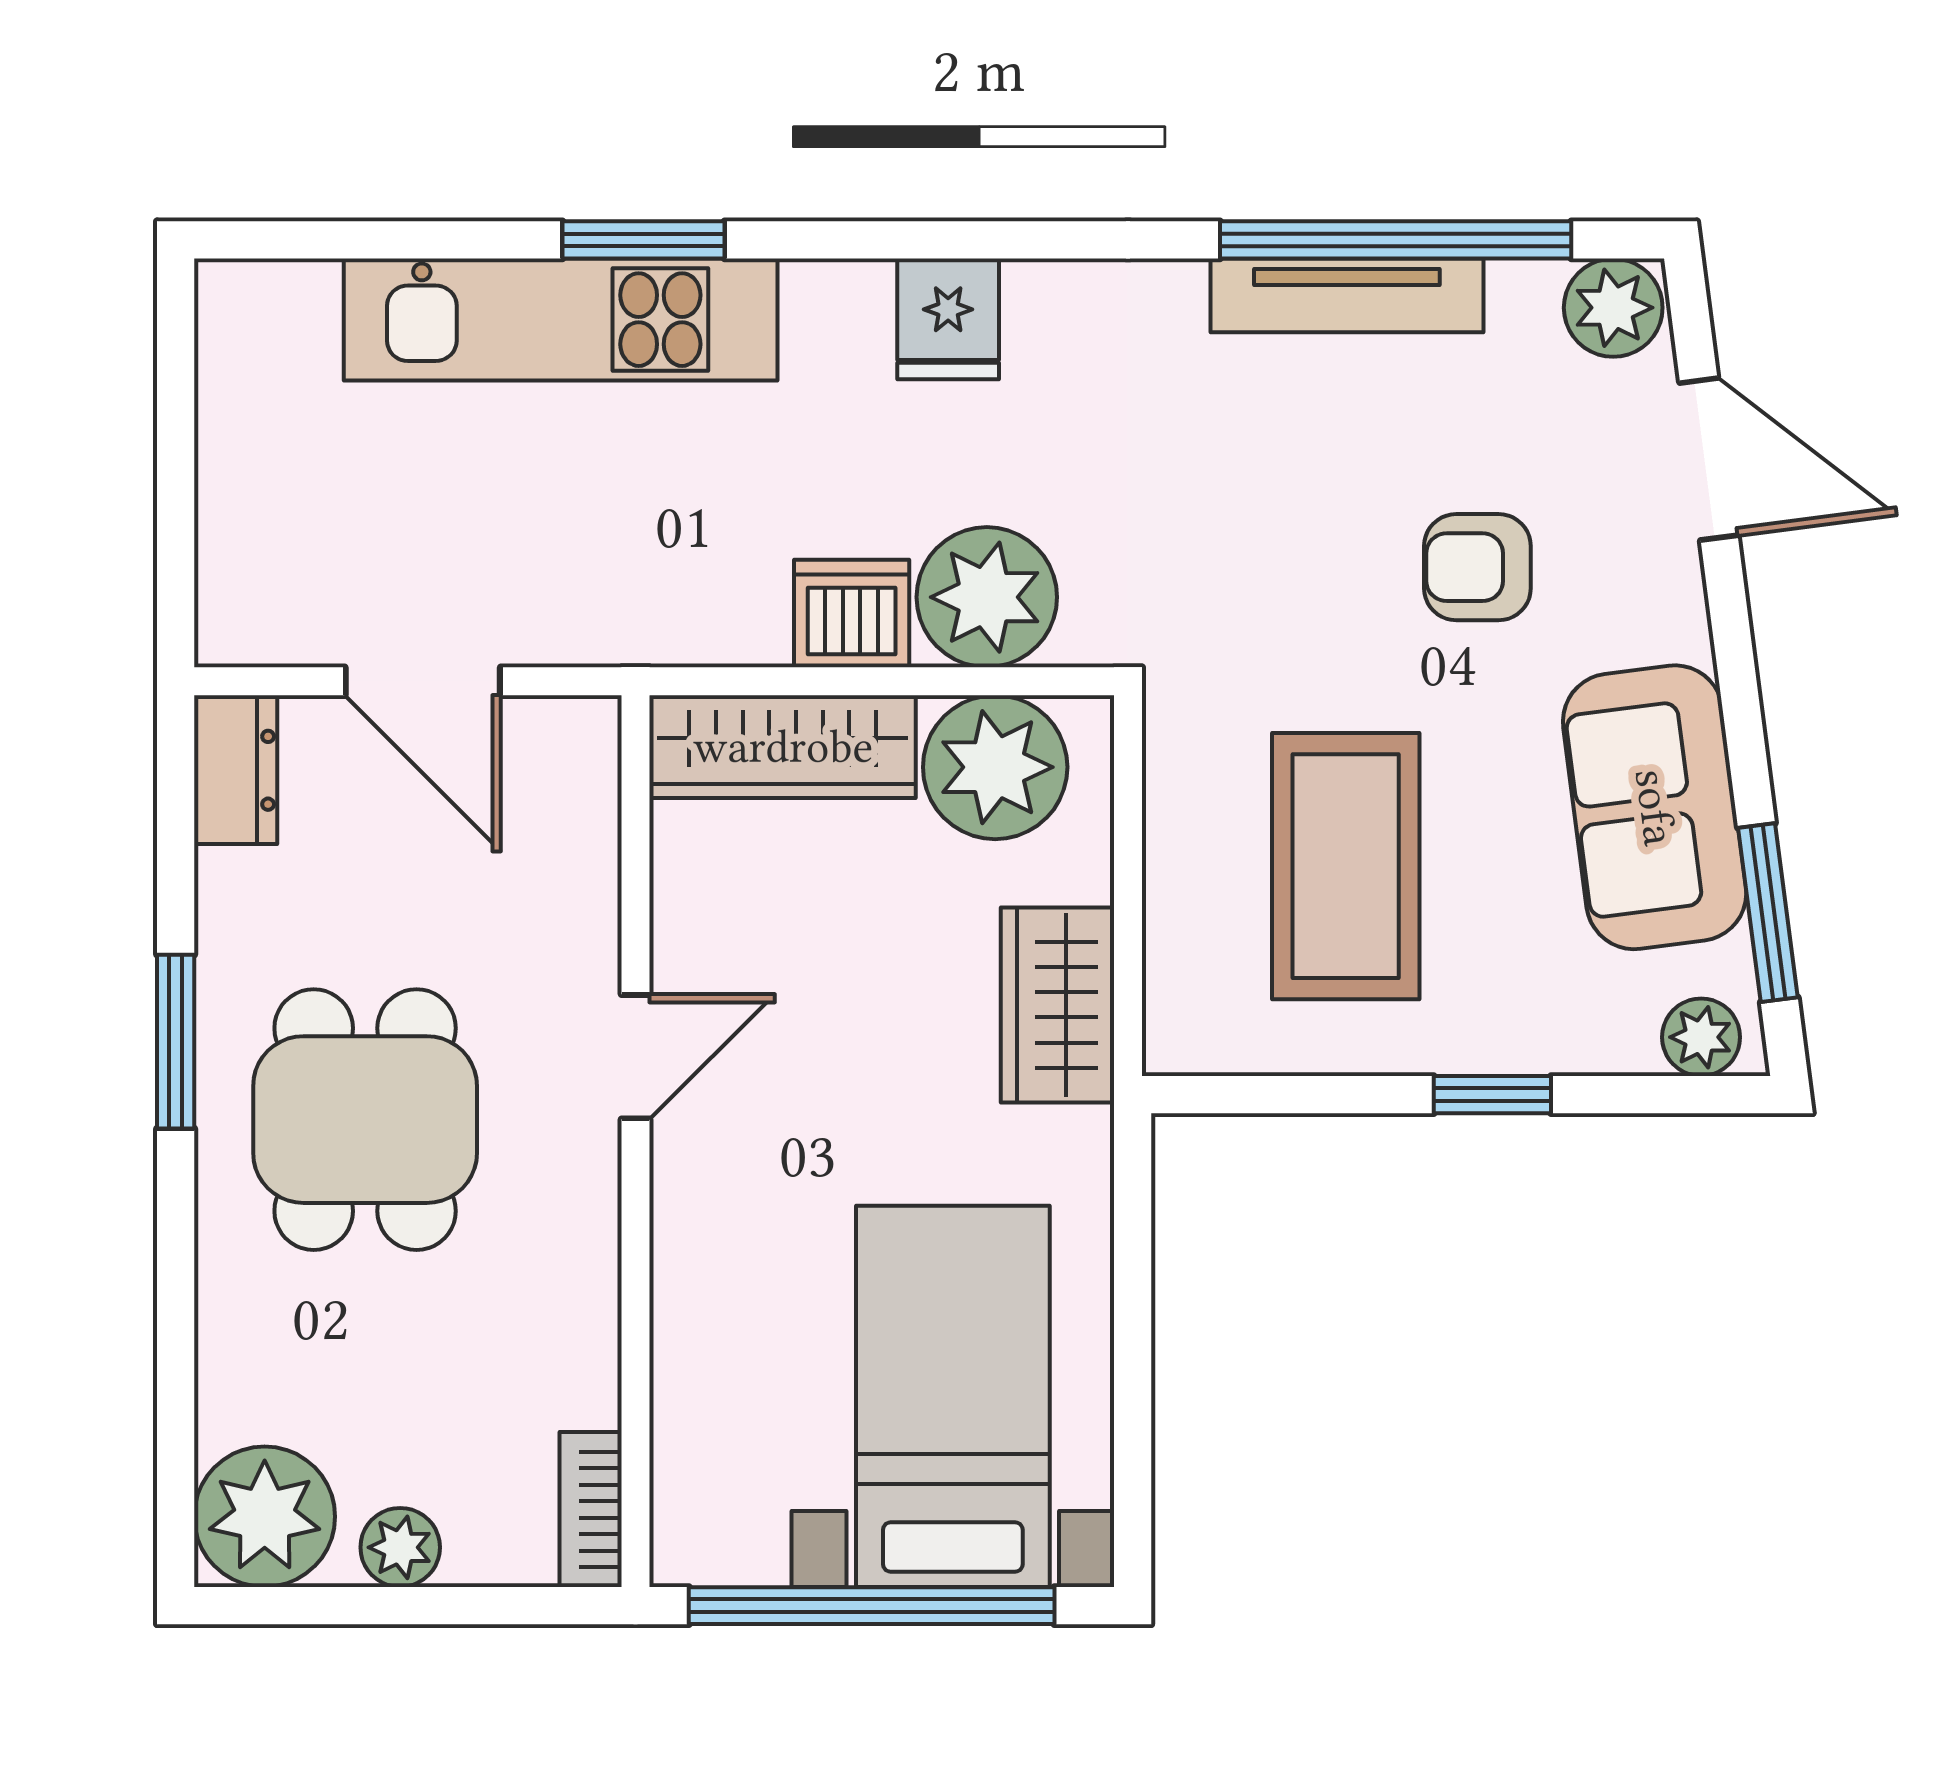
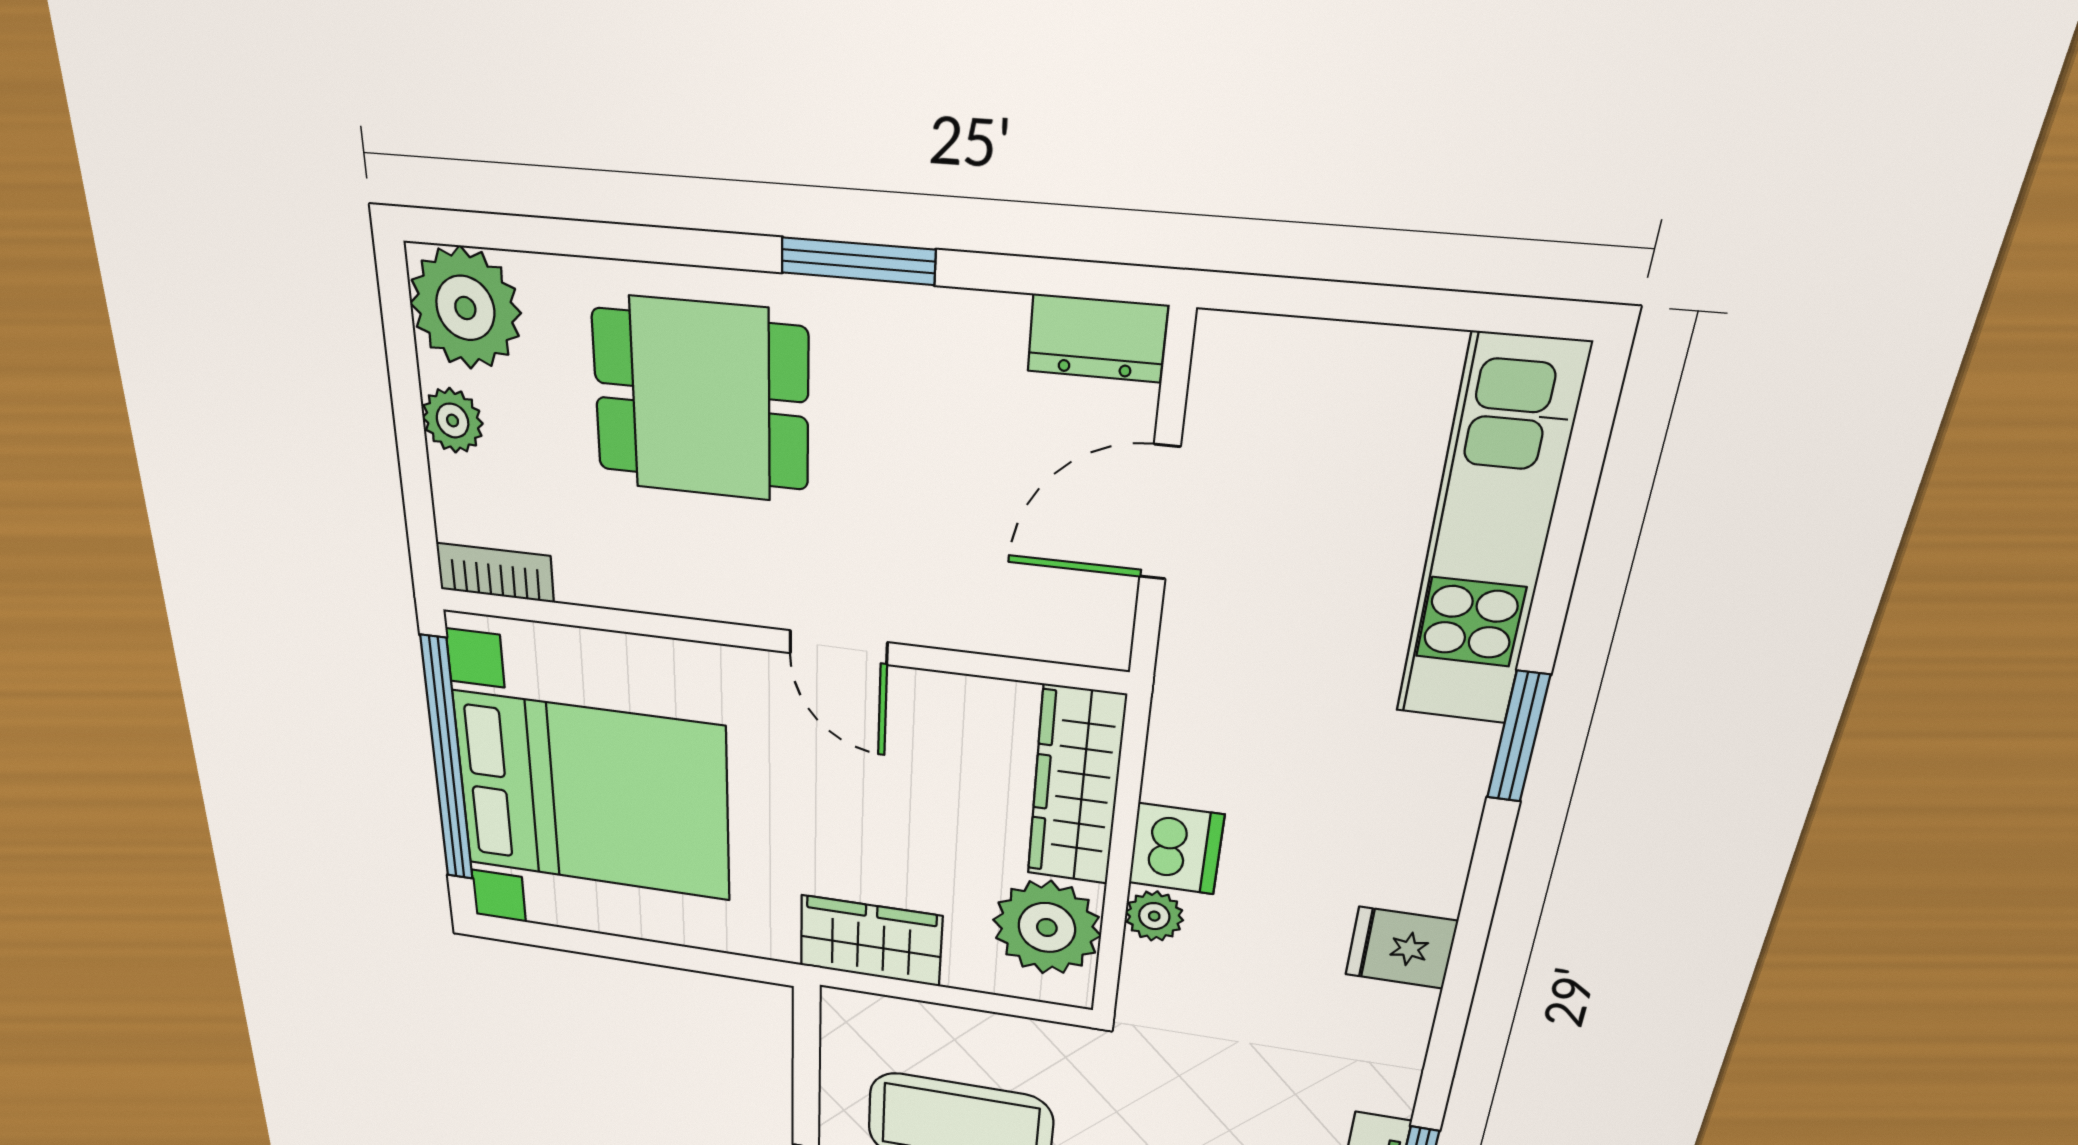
kitchen unit: (561, 320) -> (1489, 537), moved
plant: (987, 597) -> (1154, 916), width x0.53, depth x0.53
dining table: (365, 1120) -> (701, 400), moved
bed with nightstands: (953, 1396) -> (593, 796), width x1.36

